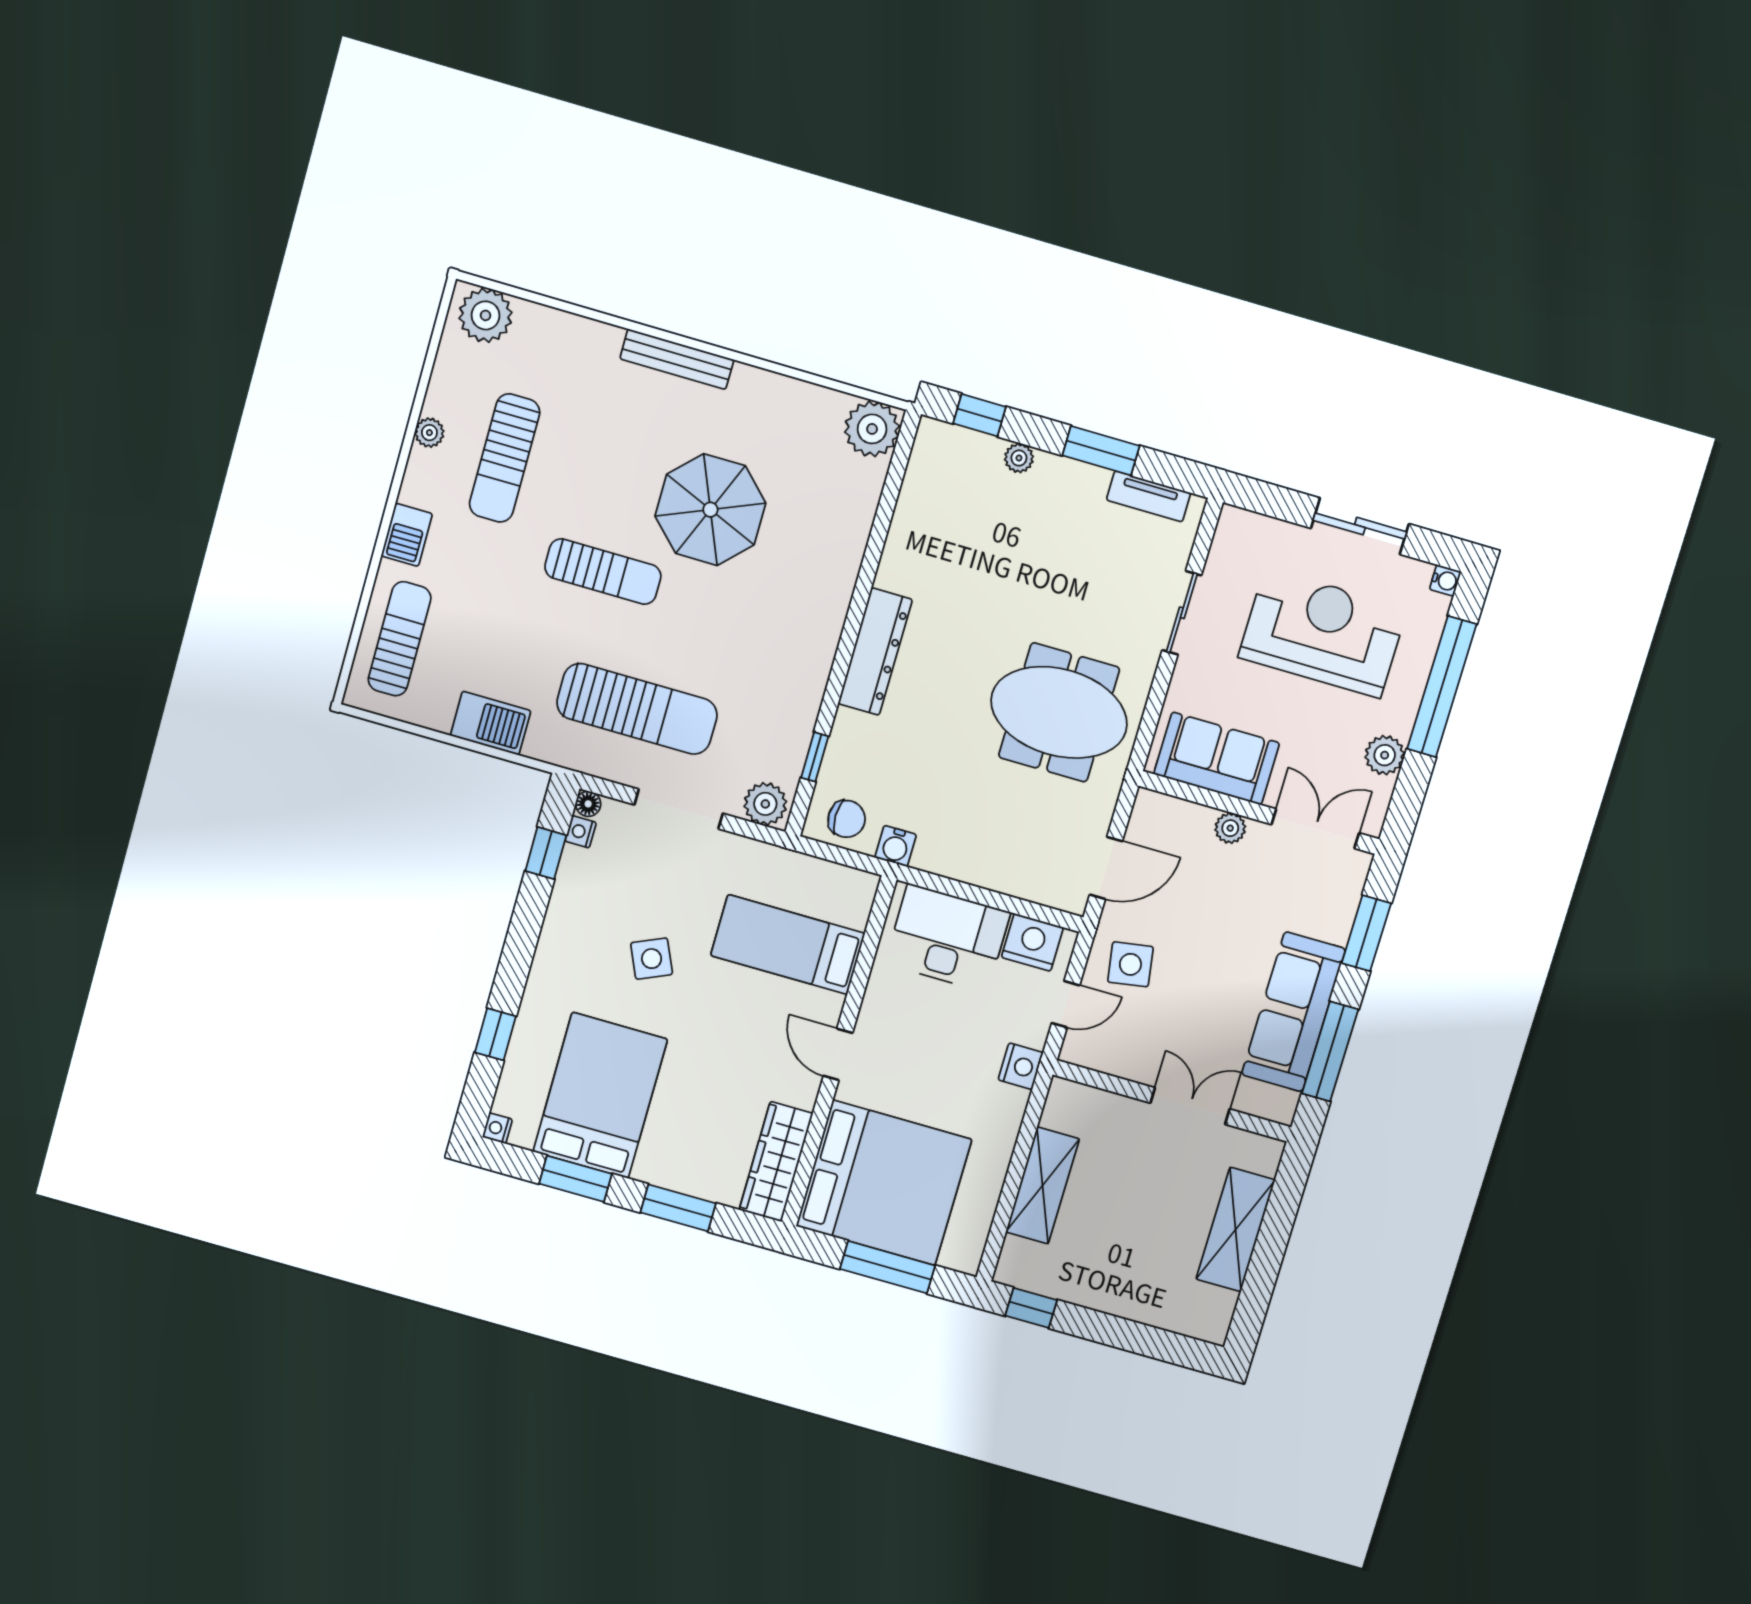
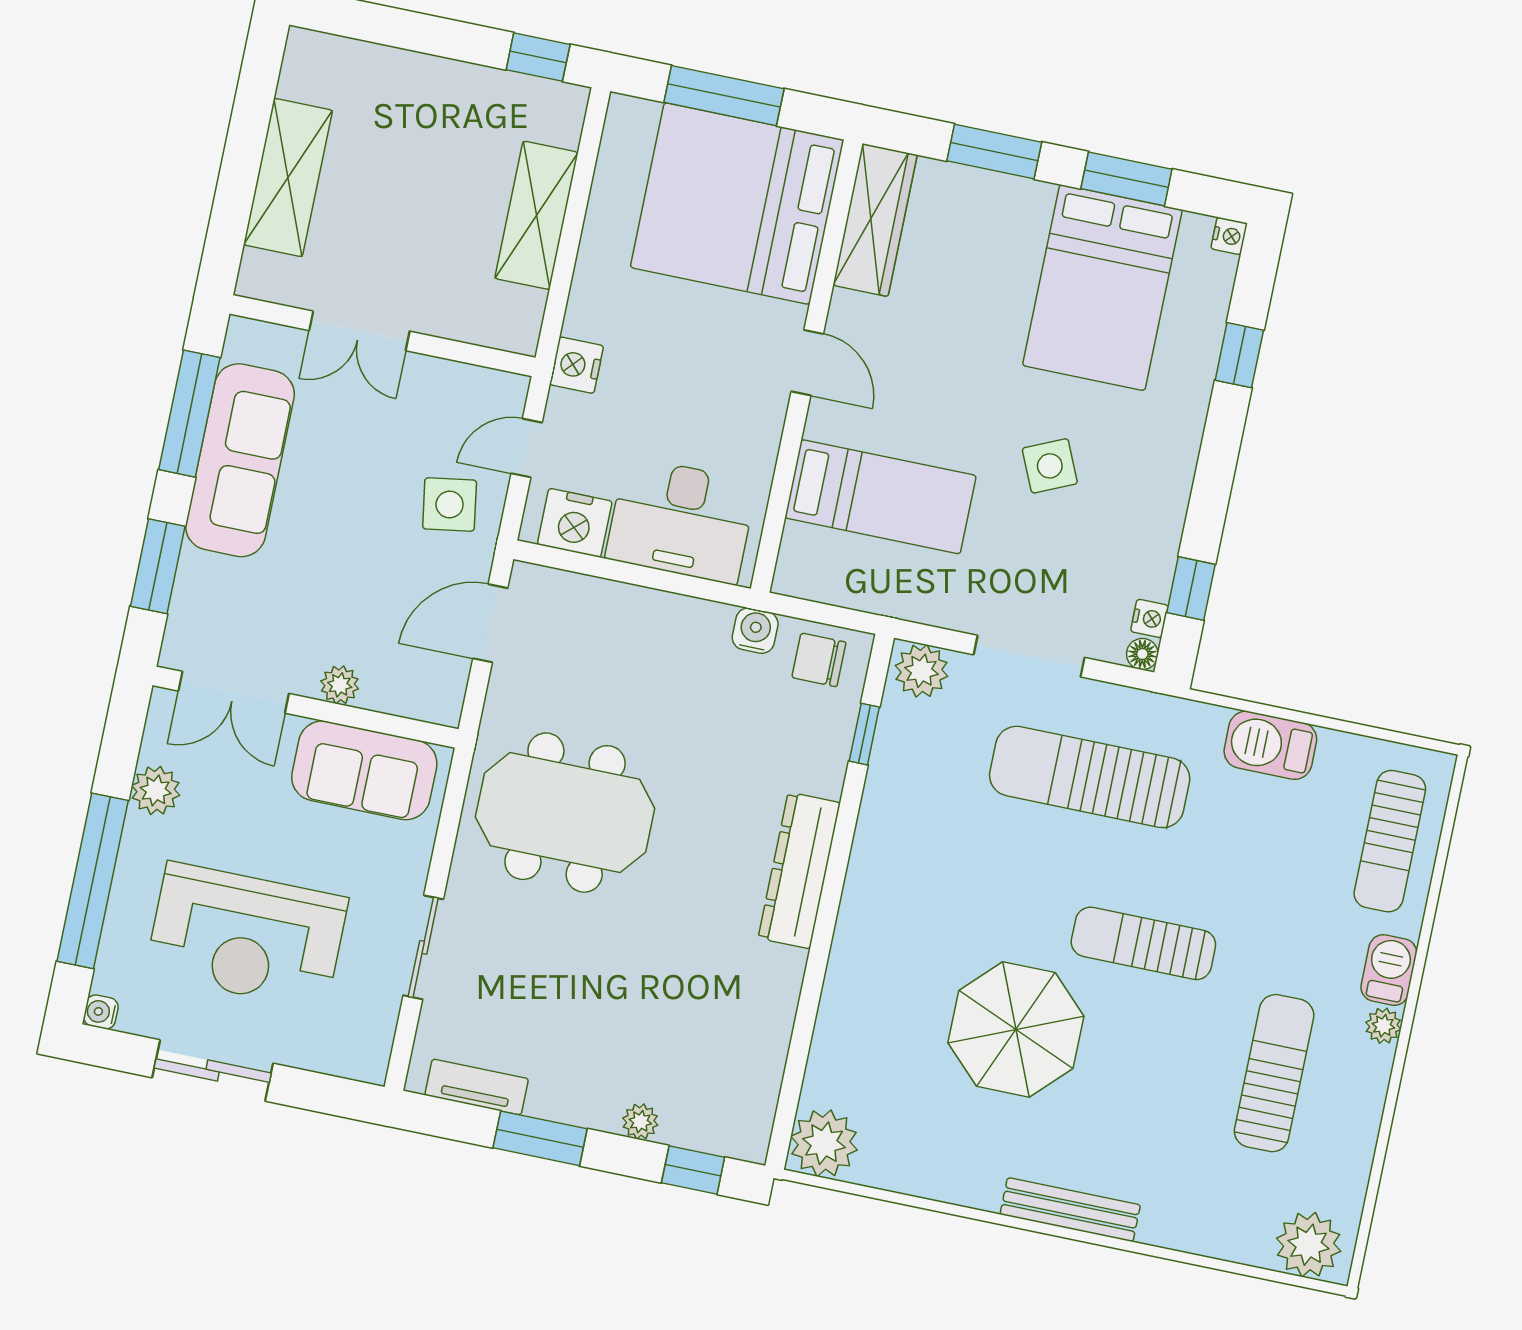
plant: (429, 433) -> (1383, 1026), moved

